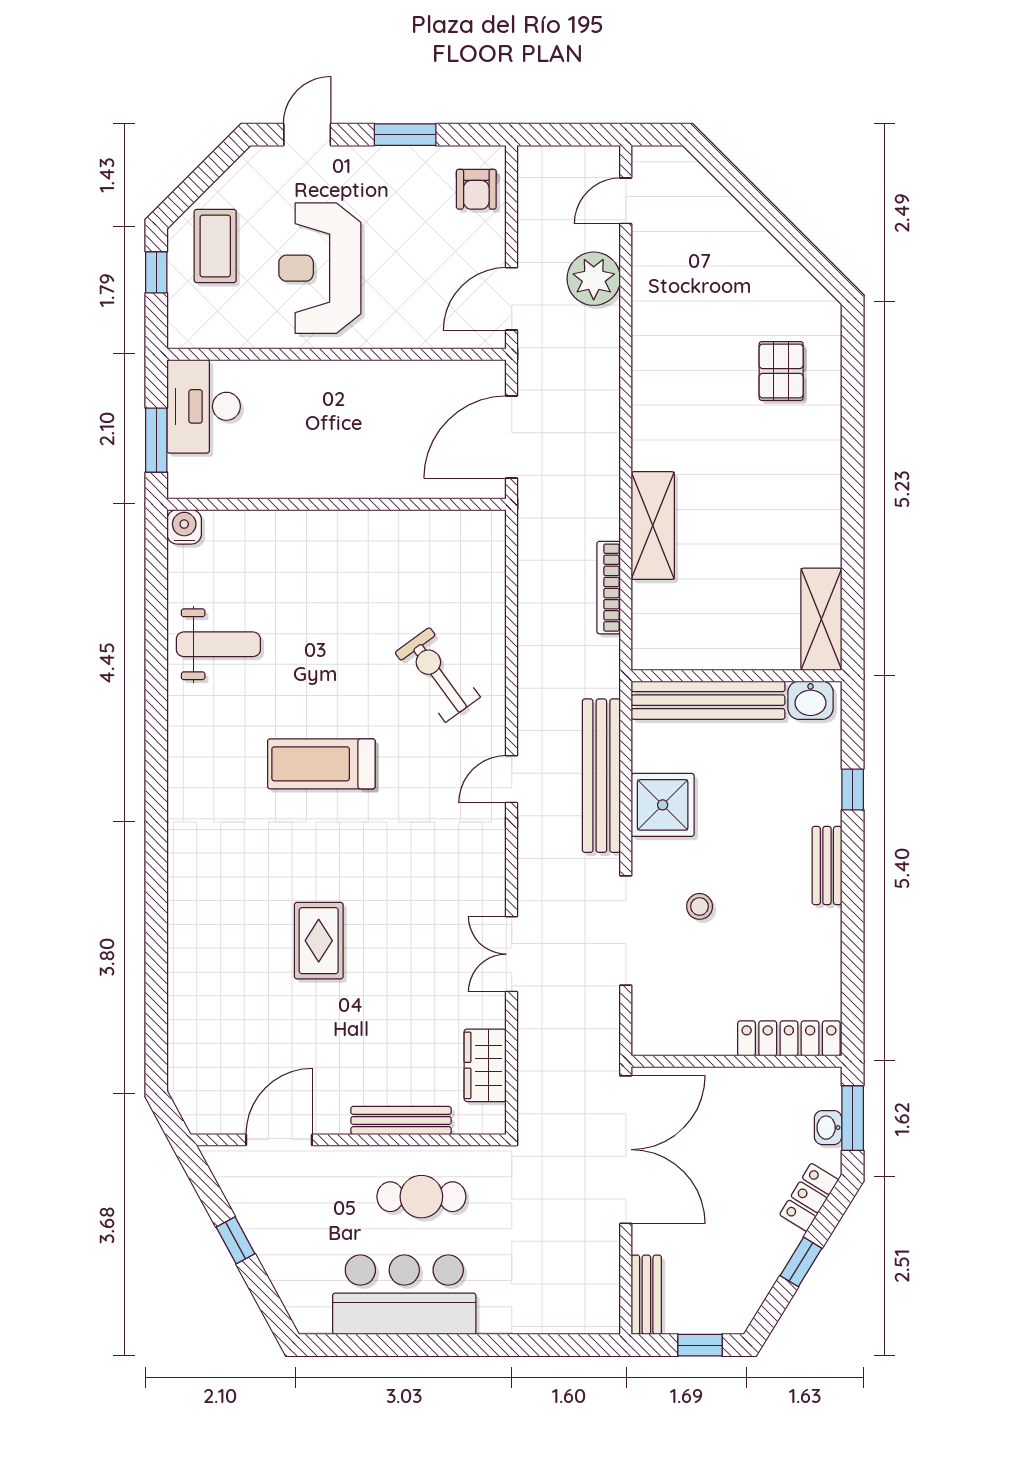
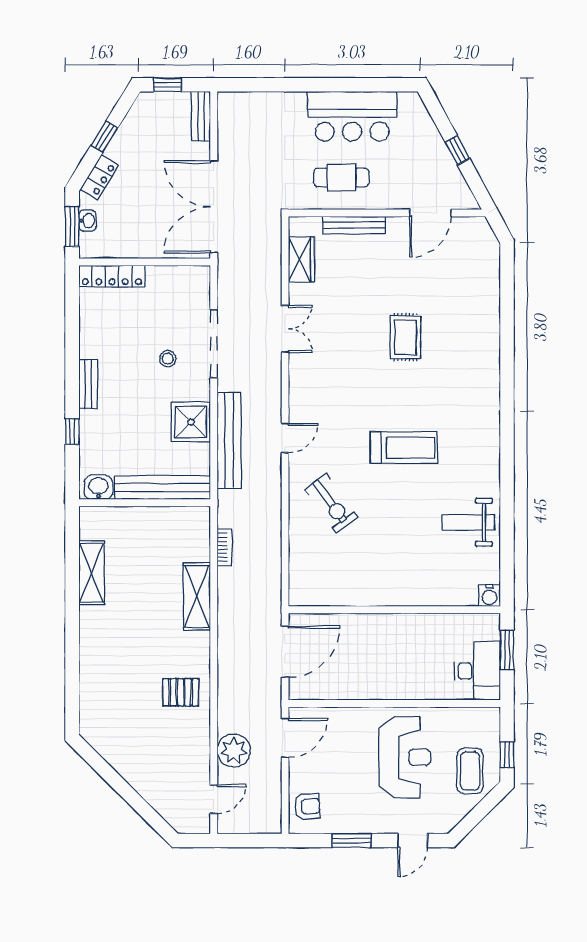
armchair: (476, 189) -> (307, 806), turned 86
pallet: (781, 371) -> (181, 692), moved, turned 90
bookcase: (609, 588) -> (224, 547), width x0.64
shelving: (821, 619) -> (92, 573), moved

